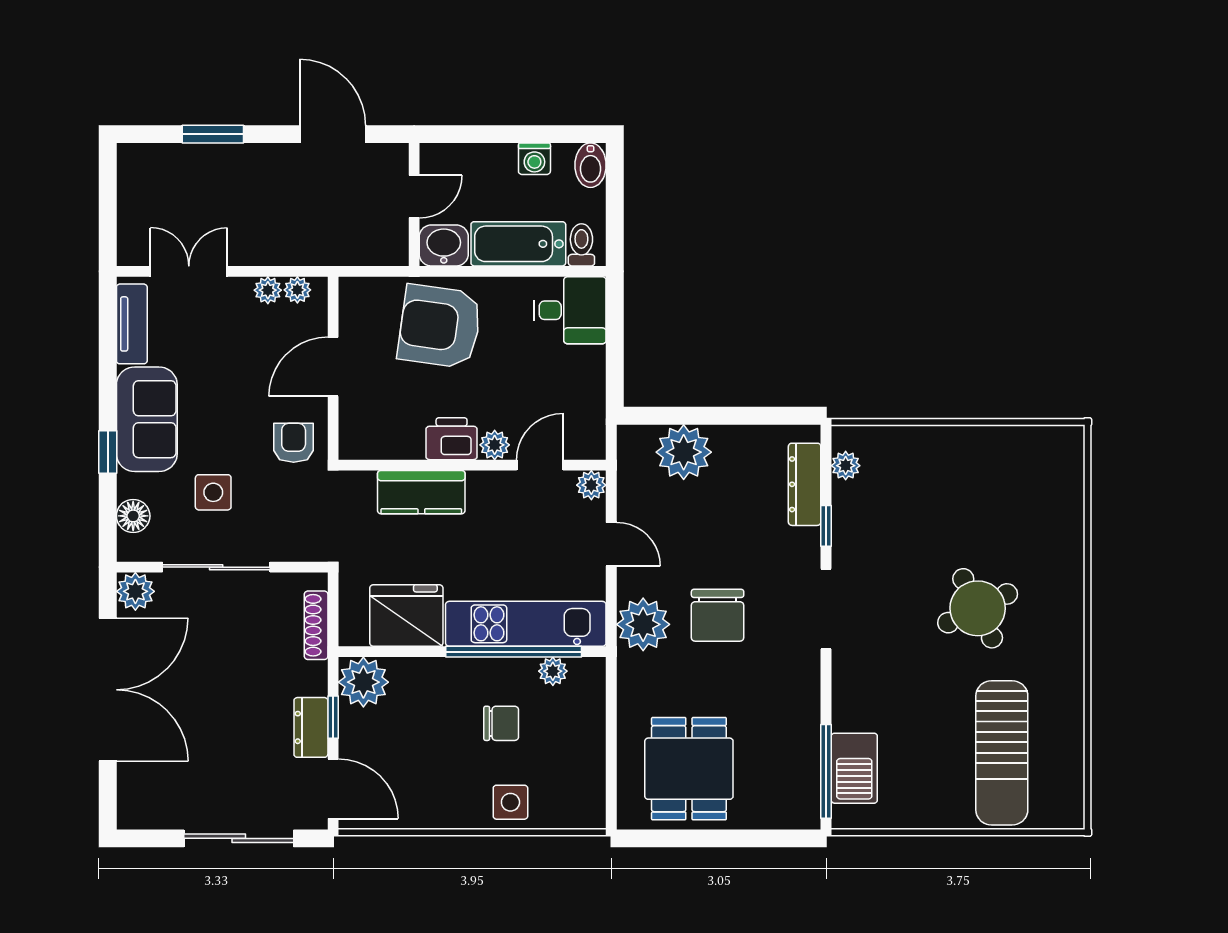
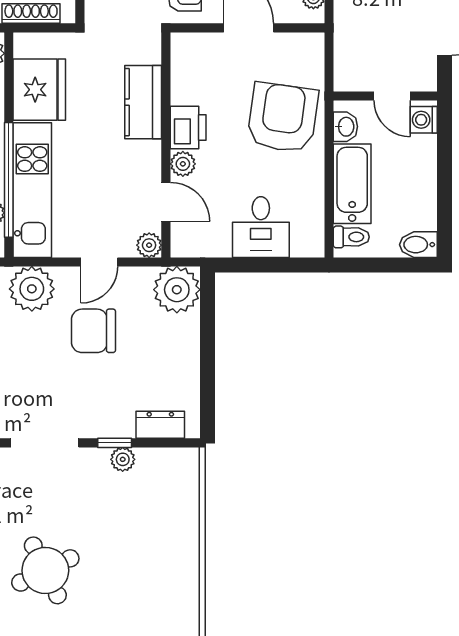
washing machine: (534, 159) -> (424, 120), moved
washbasin: (444, 245) -> (345, 127), width x0.72, depth x0.69
desk: (570, 310) -> (261, 227), moved
plant: (684, 452) -> (177, 290), moved
plant: (846, 466) -> (123, 459), moved
dresser: (805, 484) -> (160, 425), width x0.70
chair: (718, 615) -> (93, 331), moved

